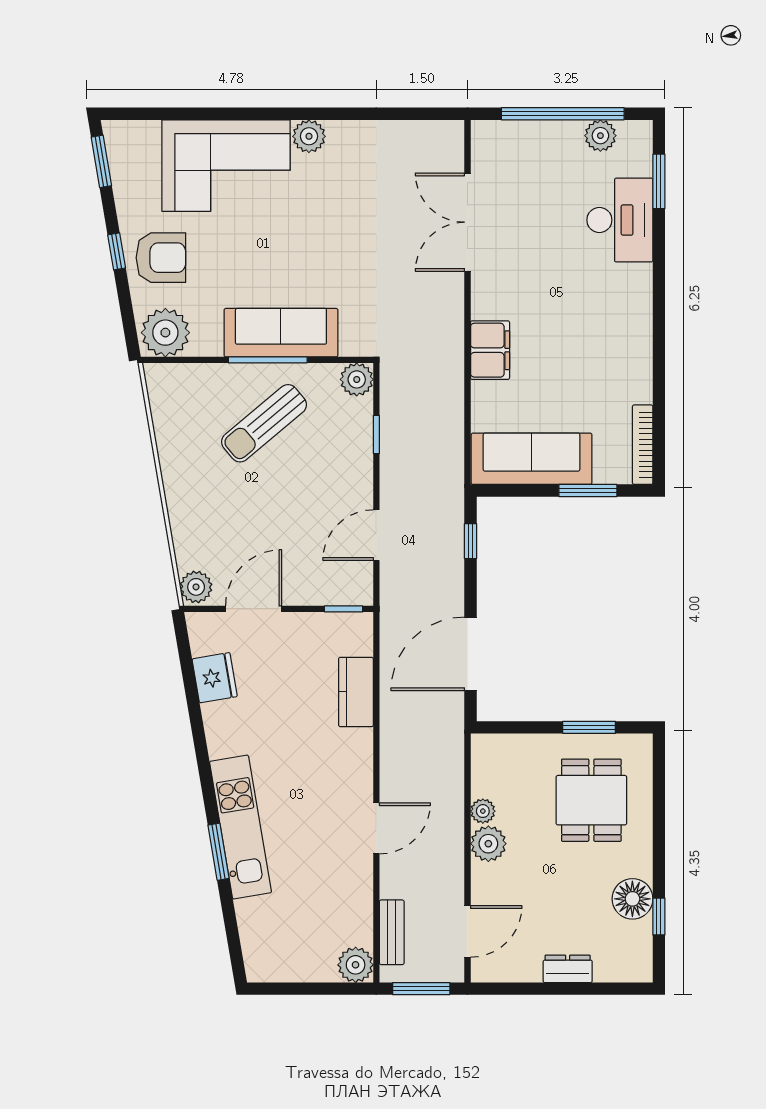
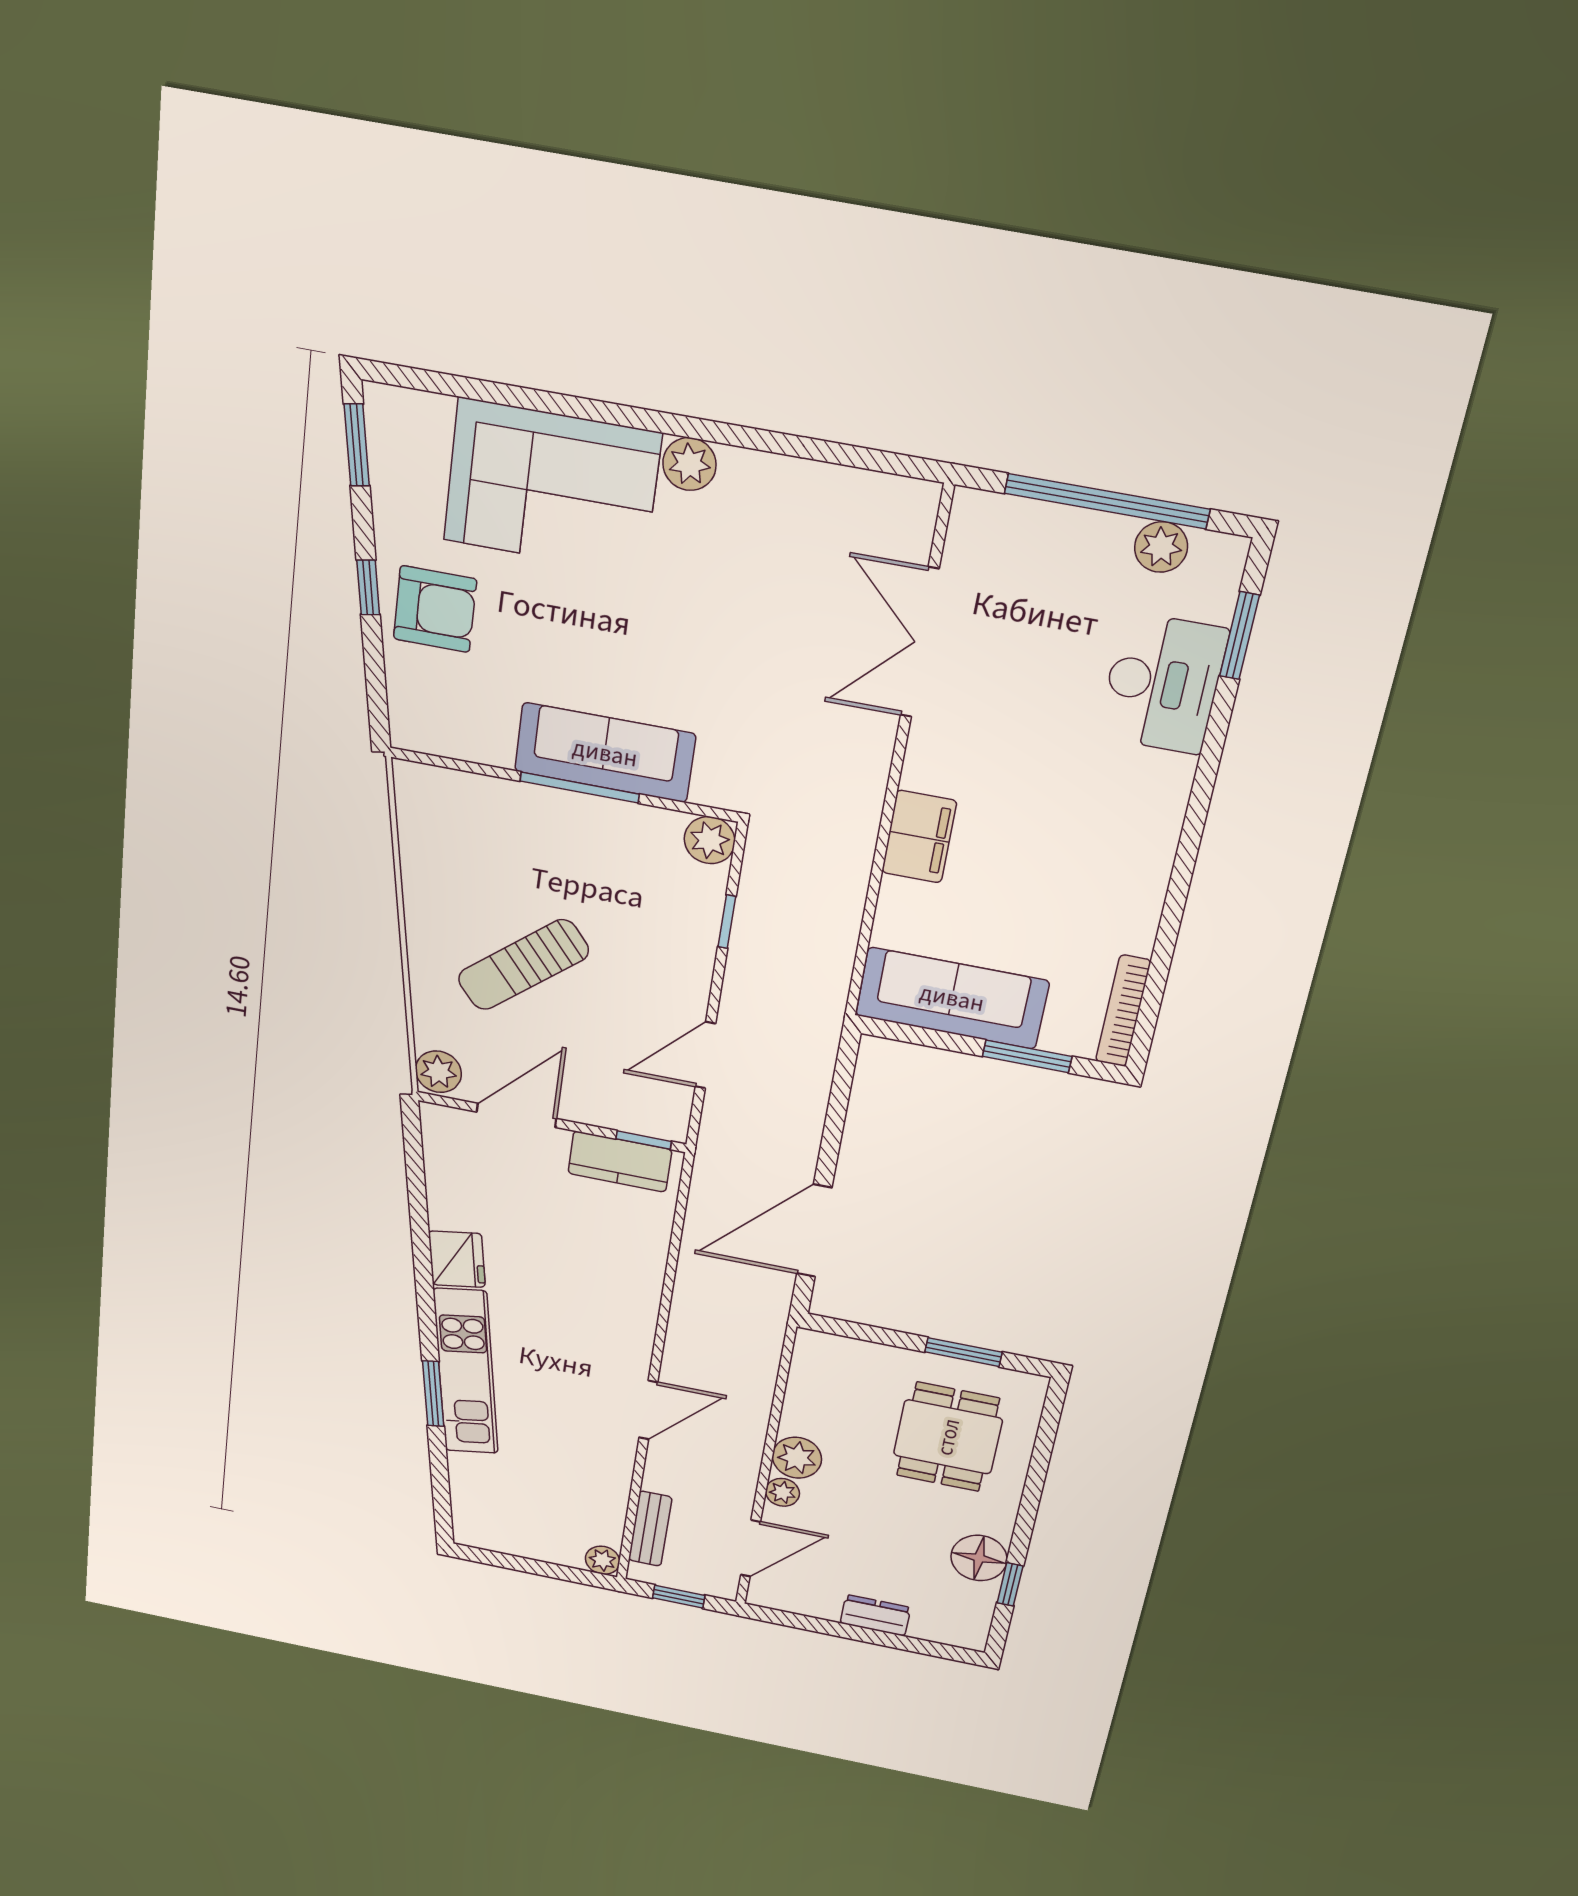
plant: (165, 333) -> (431, 720), removed
sun lounger: (264, 423) -> (523, 965), moved
window: (471, 541) -> (841, 1089), removed
fridge: (215, 678) -> (457, 1259), moved
kitchen counter: (356, 692) -> (620, 1162), moved, turned -90
plant: (483, 811) -> (782, 1492), moved
plant: (356, 965) -> (603, 1560), width x0.73, depth x0.73
window: (421, 989) -> (679, 1597), width x0.67

